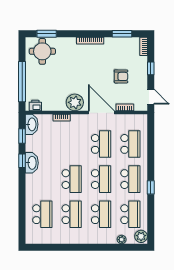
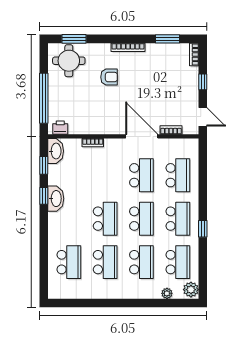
armchair: (121, 76) -> (109, 77), moved
plant: (75, 102) -> (109, 124), removed

